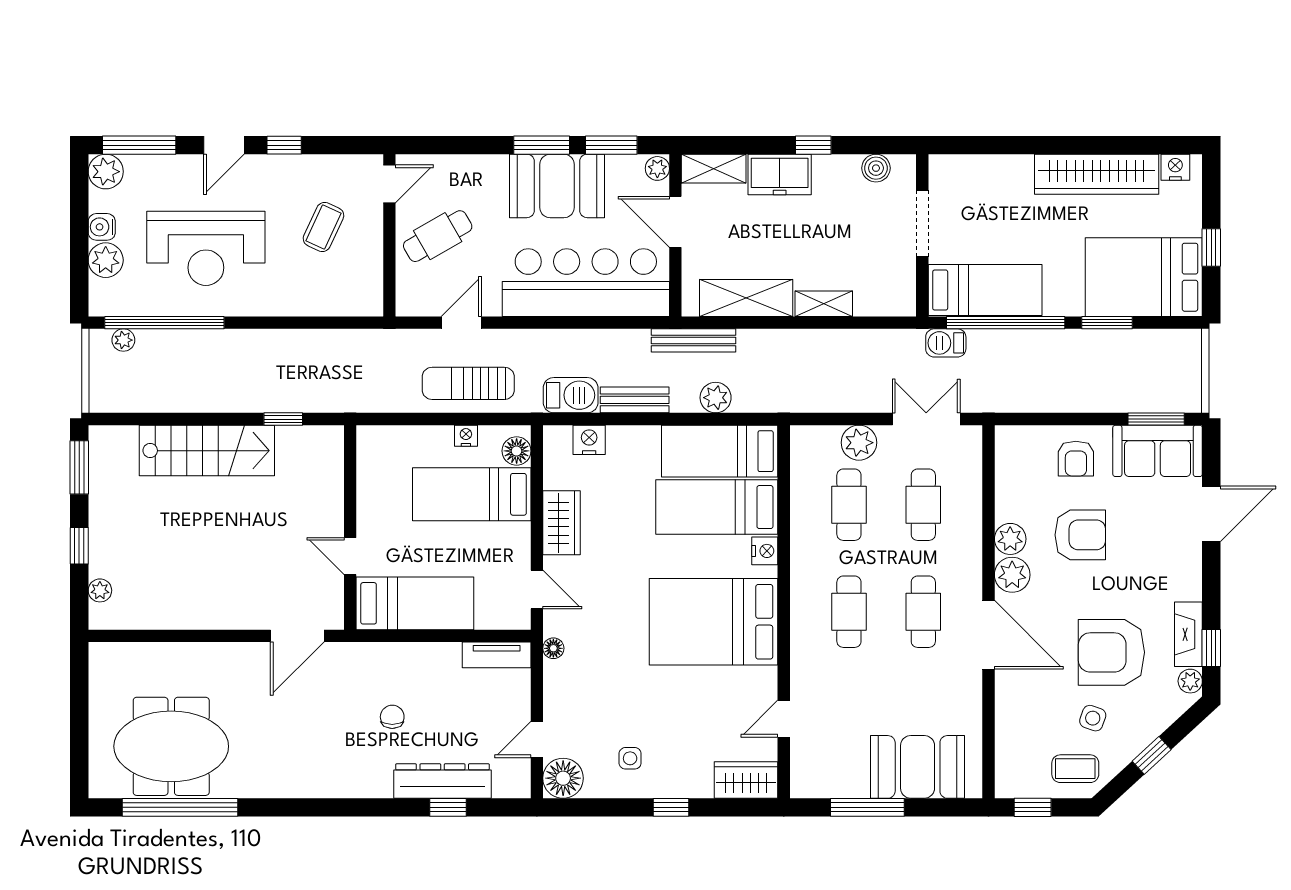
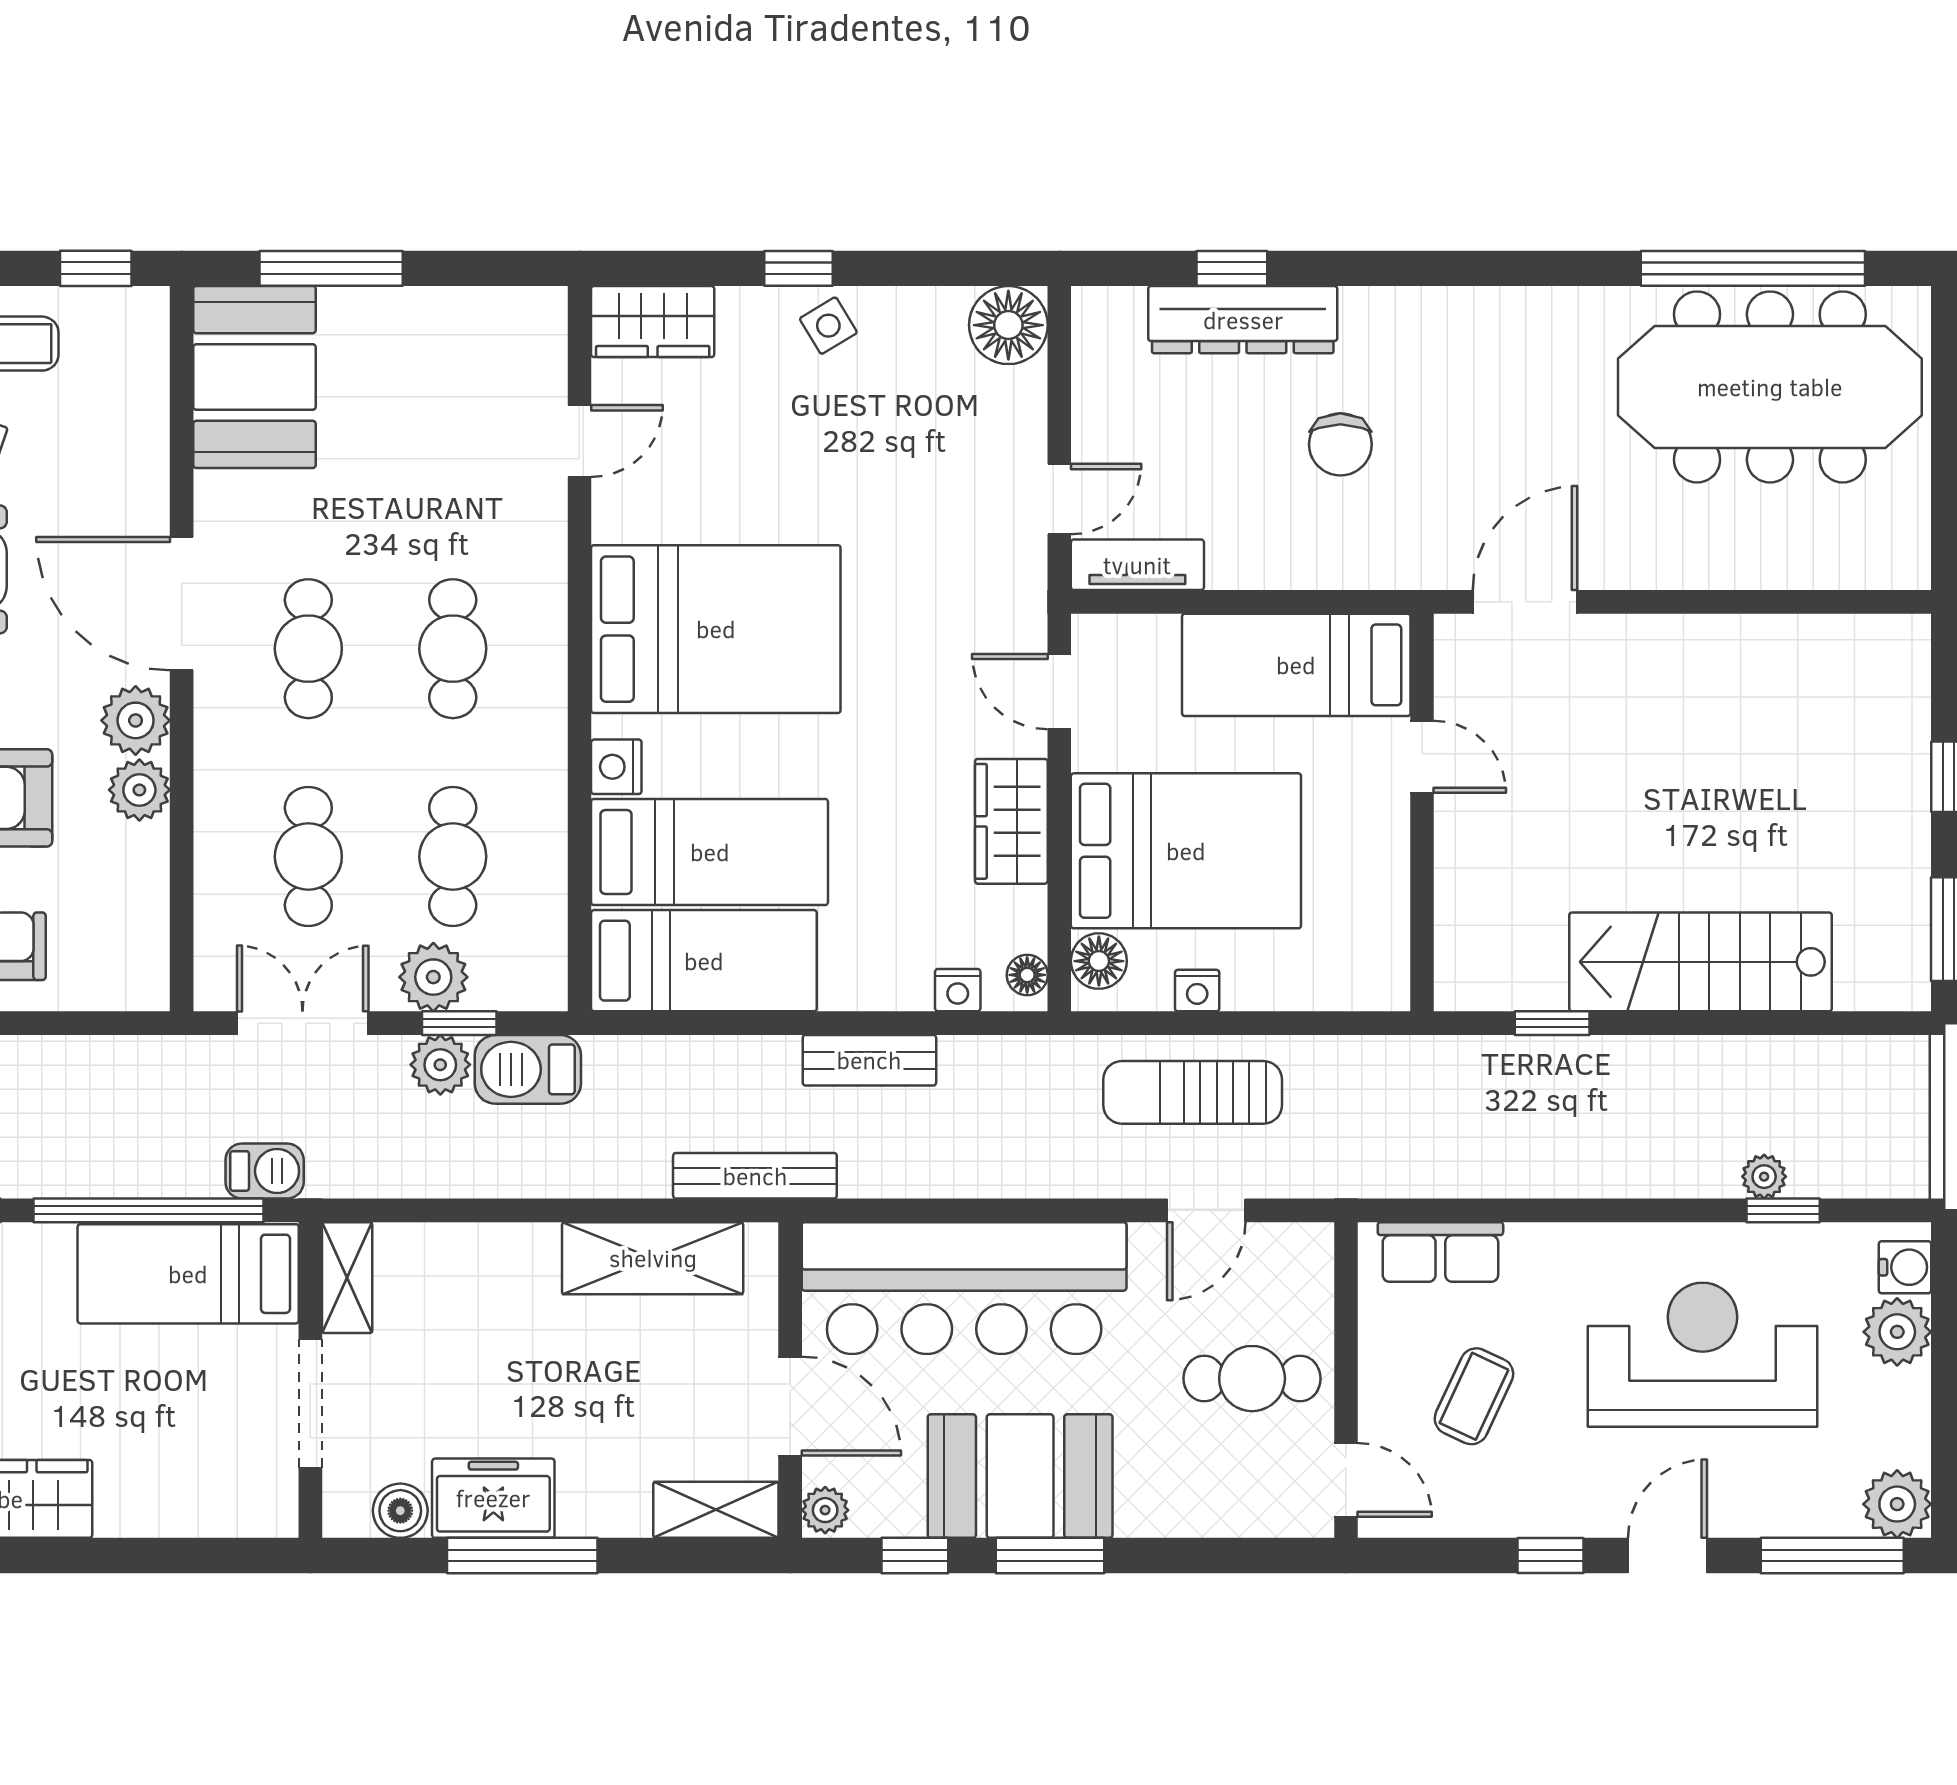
window: (611, 145) -> (915, 1556), width x0.67
window: (813, 145) -> (522, 1556), width x2.17
freezer: (780, 175) -> (493, 1498), moved
door: (389, 184) -> (1346, 1480), swing flipped
water cooler: (102, 227) -> (1905, 1267), moved
cafe table: (438, 236) -> (1252, 1379), turned 30
row of seats: (341, 301) -> (1440, 1252), added
shelving: (824, 304) -> (347, 1278), moved, turned 90
window: (164, 323) -> (1783, 1210), width x0.32
plant: (123, 340) -> (1764, 1177), moved
sun lounger: (468, 383) -> (1193, 1092), turned 180
barbecue: (571, 395) -> (528, 1069), moved
plant: (716, 398) -> (440, 1065), moved
window: (846, 419) -> (459, 1023), added
double door: (926, 419) -> (303, 1023), swing flipped
nightstand: (589, 440) -> (958, 990), width x0.72, depth x0.74
bed: (472, 494) -> (1186, 851), width x1.50
plant: (100, 590) -> (1908, 690), removed
floor lamp: (553, 648) -> (1027, 975), moved
chair: (392, 717) -> (1340, 444), width x1.37, depth x1.37
door: (537, 739) -> (1059, 499), moved
meeting table: (171, 746) -> (1770, 387), width x1.36
side table: (630, 758) -> (828, 326), moved, turned -31
booth: (918, 767) -> (254, 377), moved, turned 90
window: (867, 807) -> (331, 268), moved

